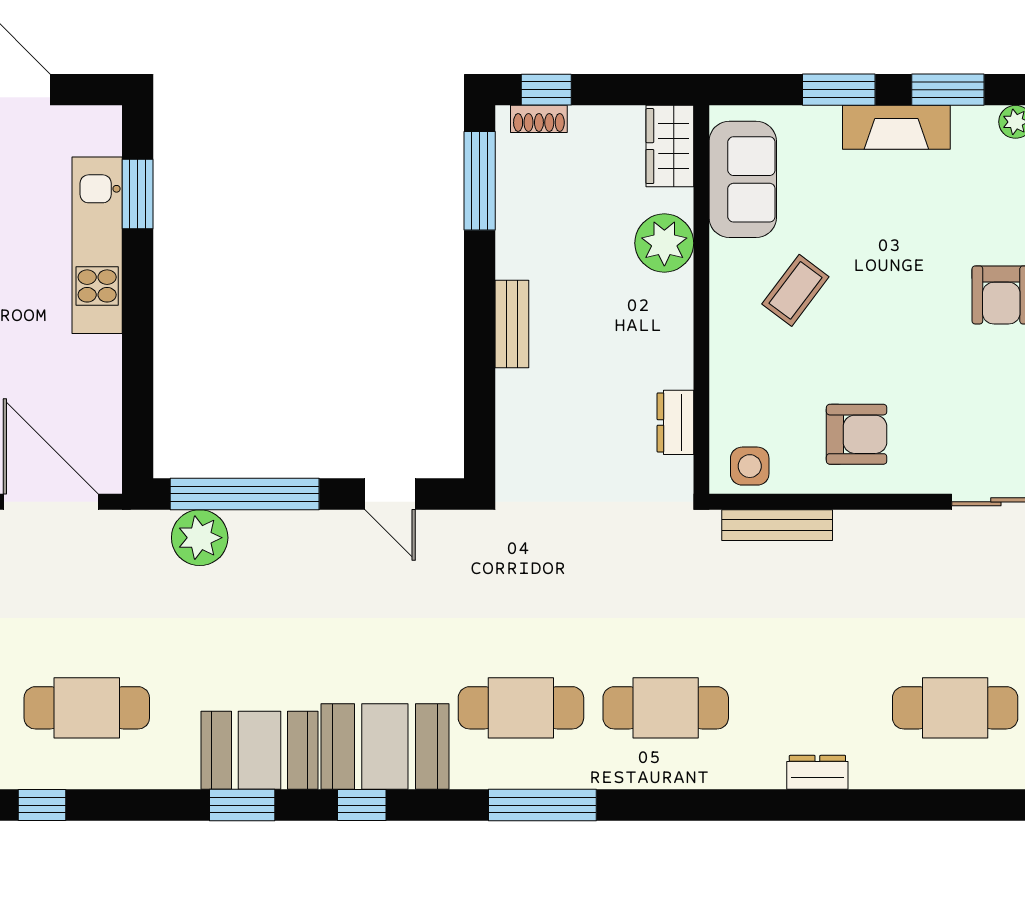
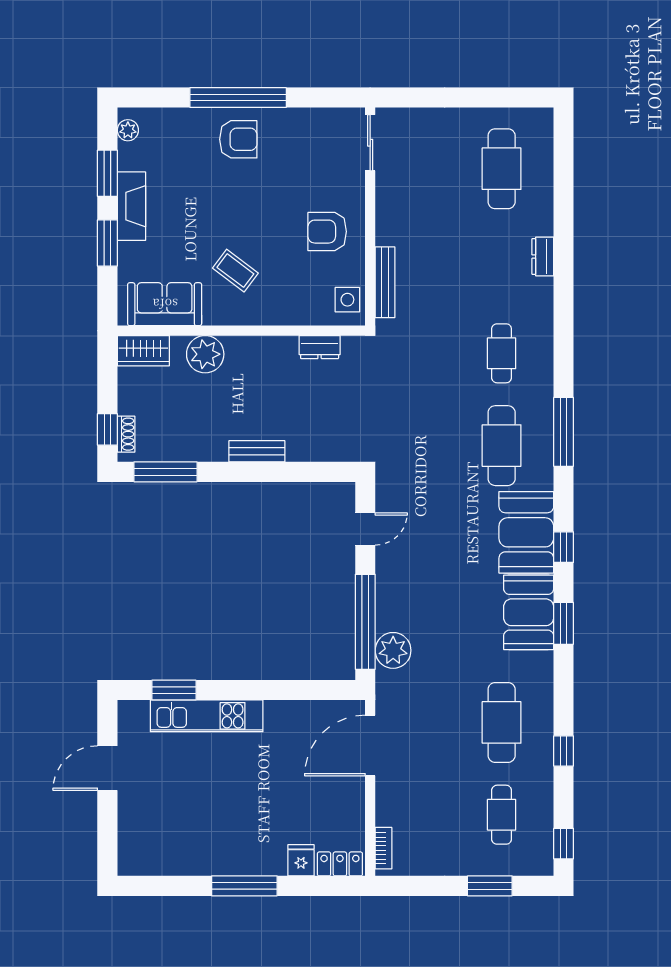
armchair: (857, 434) -> (327, 232), turned -90
cafe table: (666, 708) -> (502, 353), width x0.73, depth x0.74

